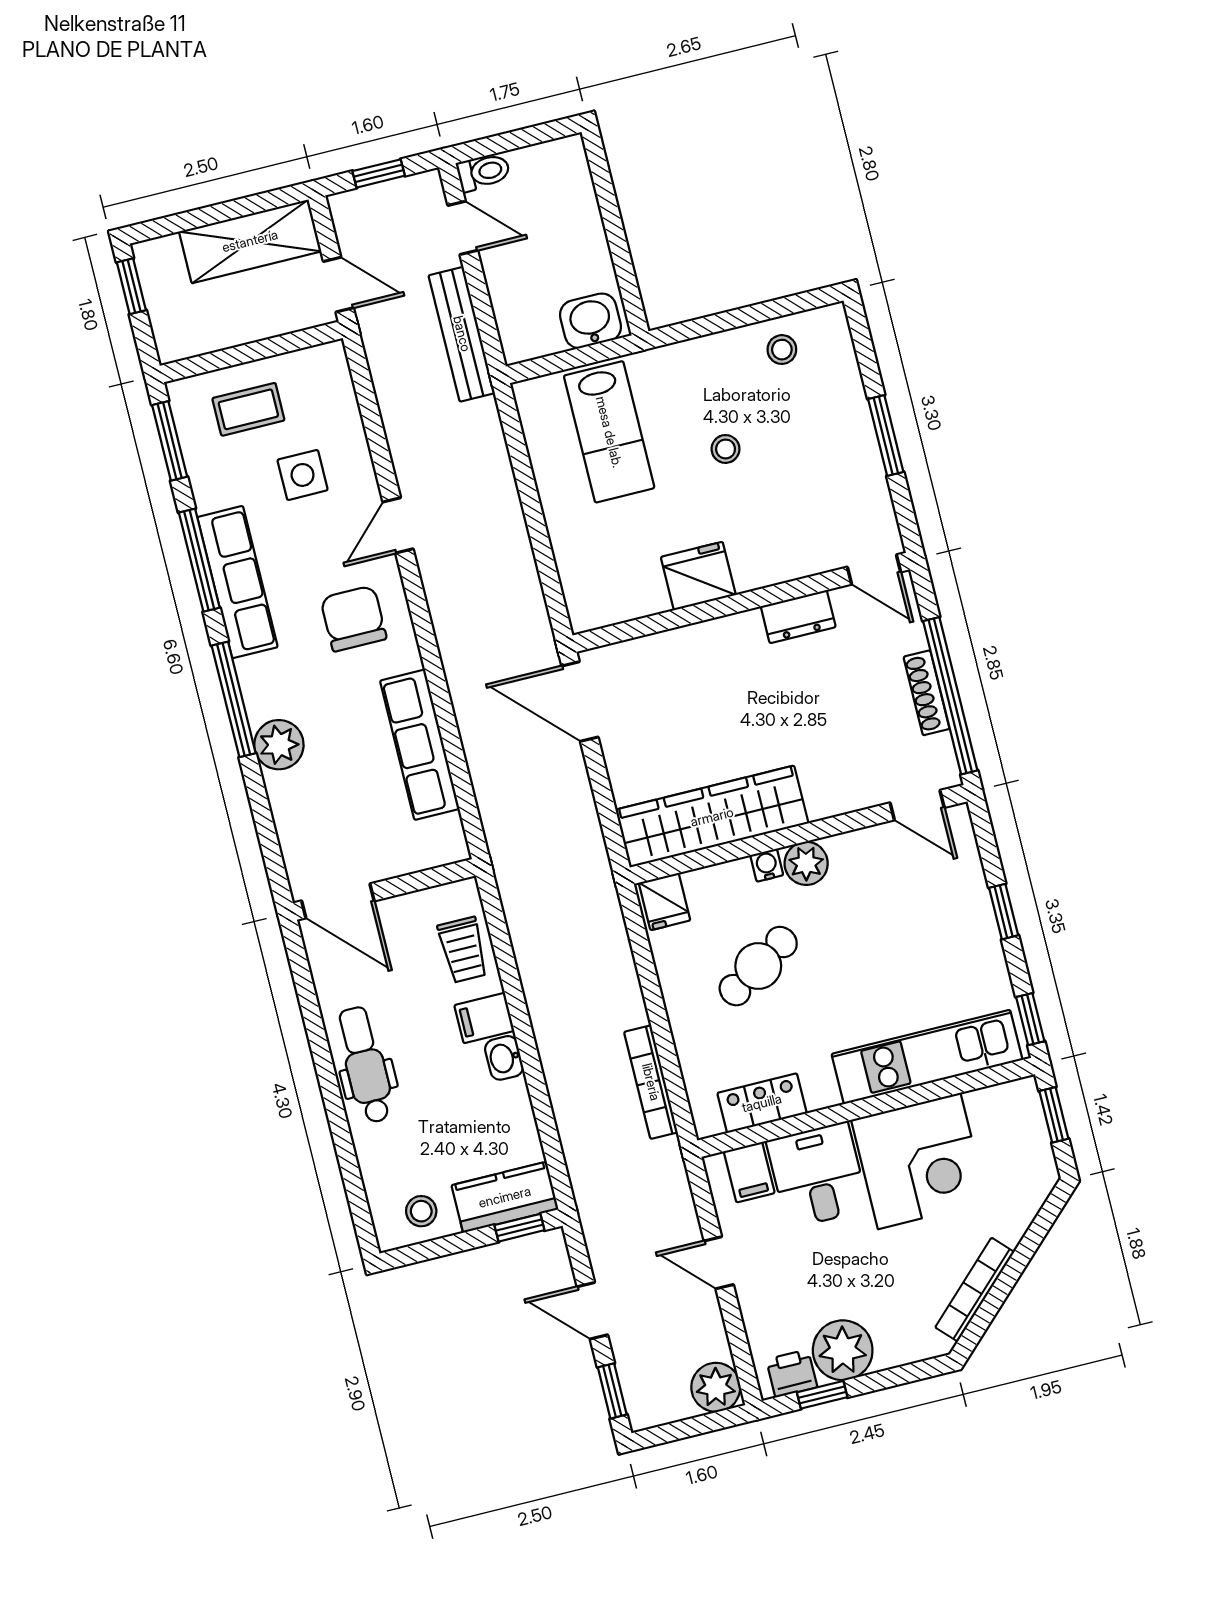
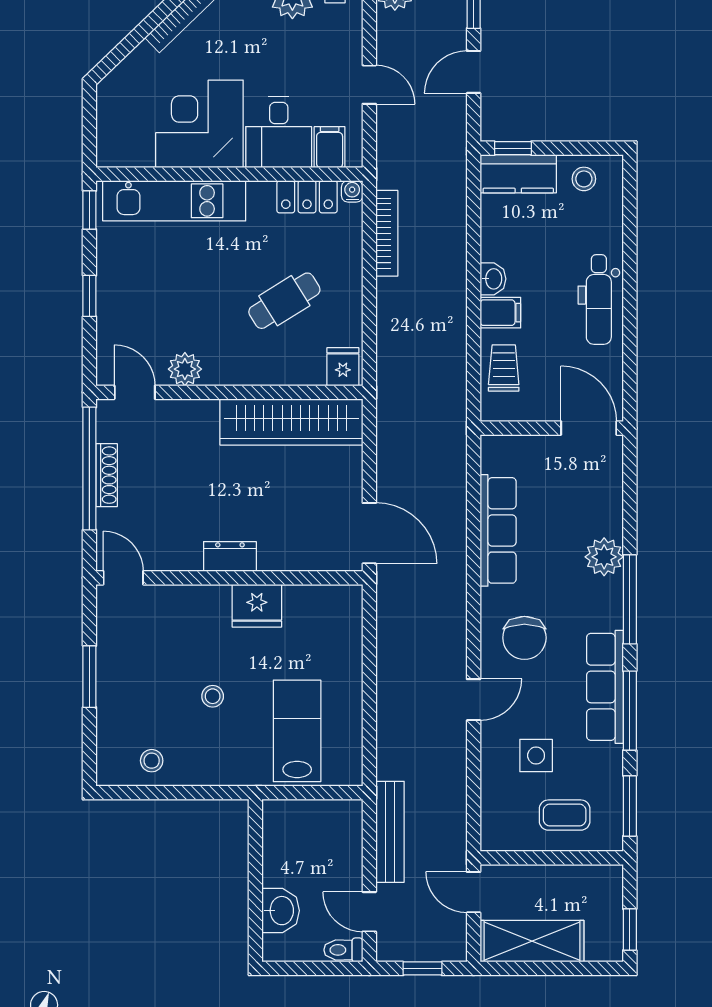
washbasin: (591, 321) -> (281, 911), moved, turned -90
dresser: (798, 617) -> (230, 556), moved
plant: (806, 863) -> (185, 369), moved
water cooler: (767, 865) -> (352, 191), moved, turned 180
window: (1054, 1115) -> (89, 134), removed
door: (592, 1311) -> (474, 72), swing flipped

